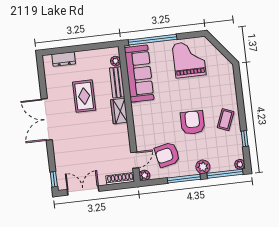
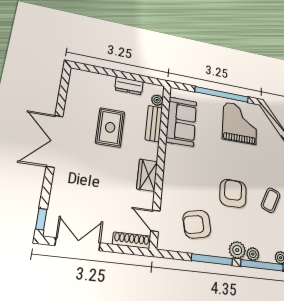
window: (153, 40) -> (222, 94), moved
dresser: (64, 59) -> (129, 86), moved
sofa: (139, 74) -> (181, 122), width x0.73
wardrobe: (119, 111) -> (147, 175), moved
door: (135, 160) -> (155, 221), swing flipped
plant: (144, 175) -> (253, 254), moved

